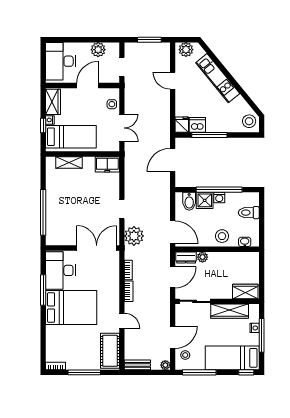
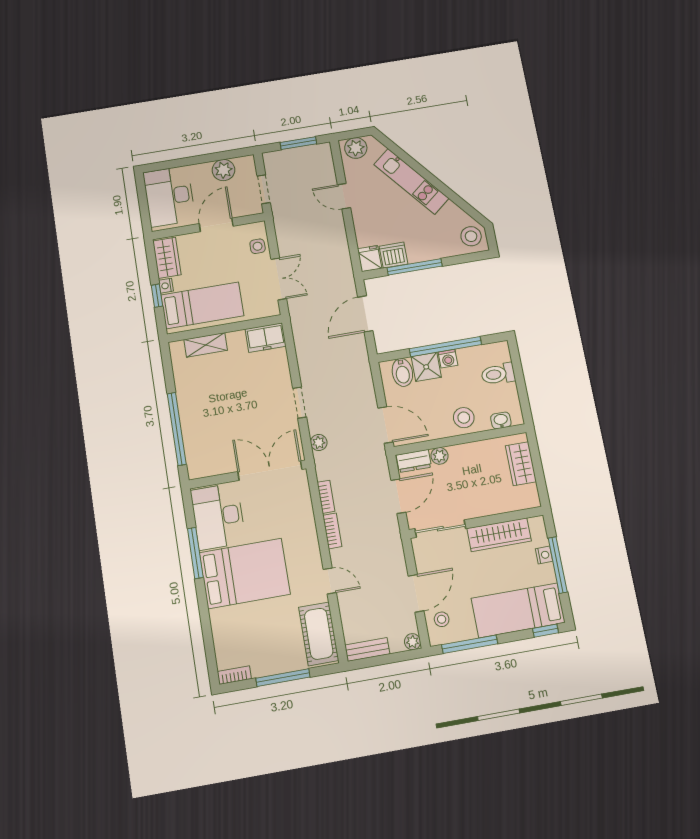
plant: (134, 236) -> (319, 442), width x0.53, depth x0.53
wardrobe: (245, 291) -> (521, 464), moved, turned -90

